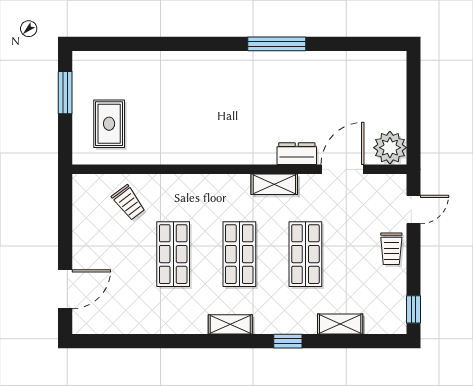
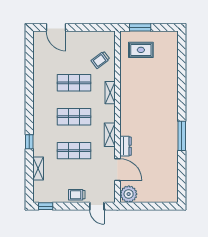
window: (65, 93) -> (140, 27), moved
shelving: (230, 324) -> (110, 93), moved

